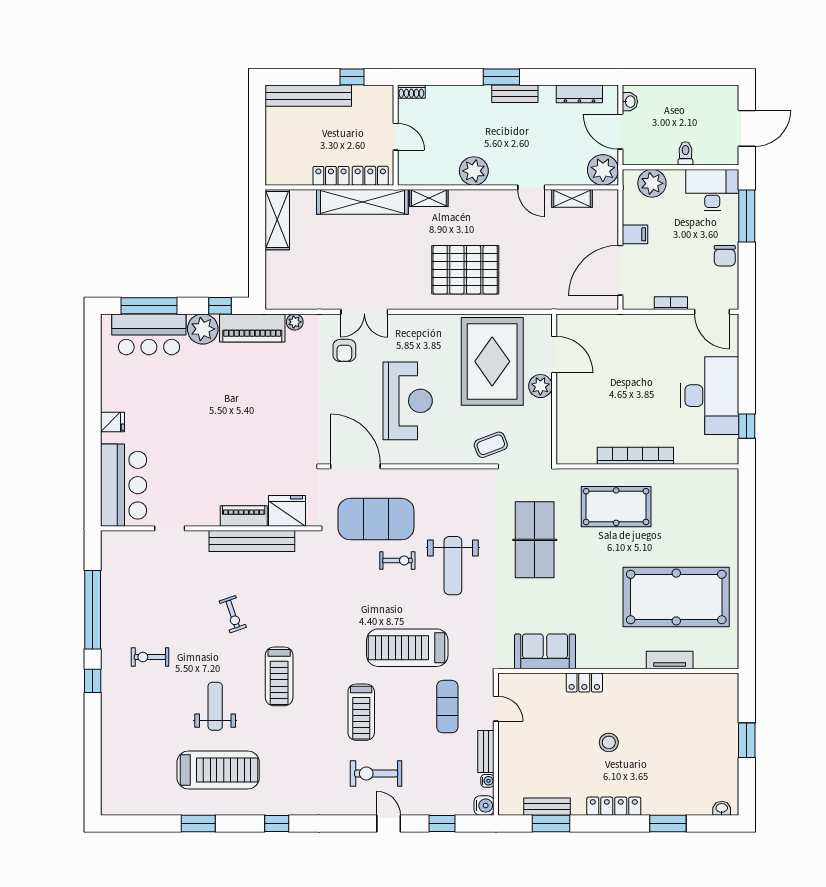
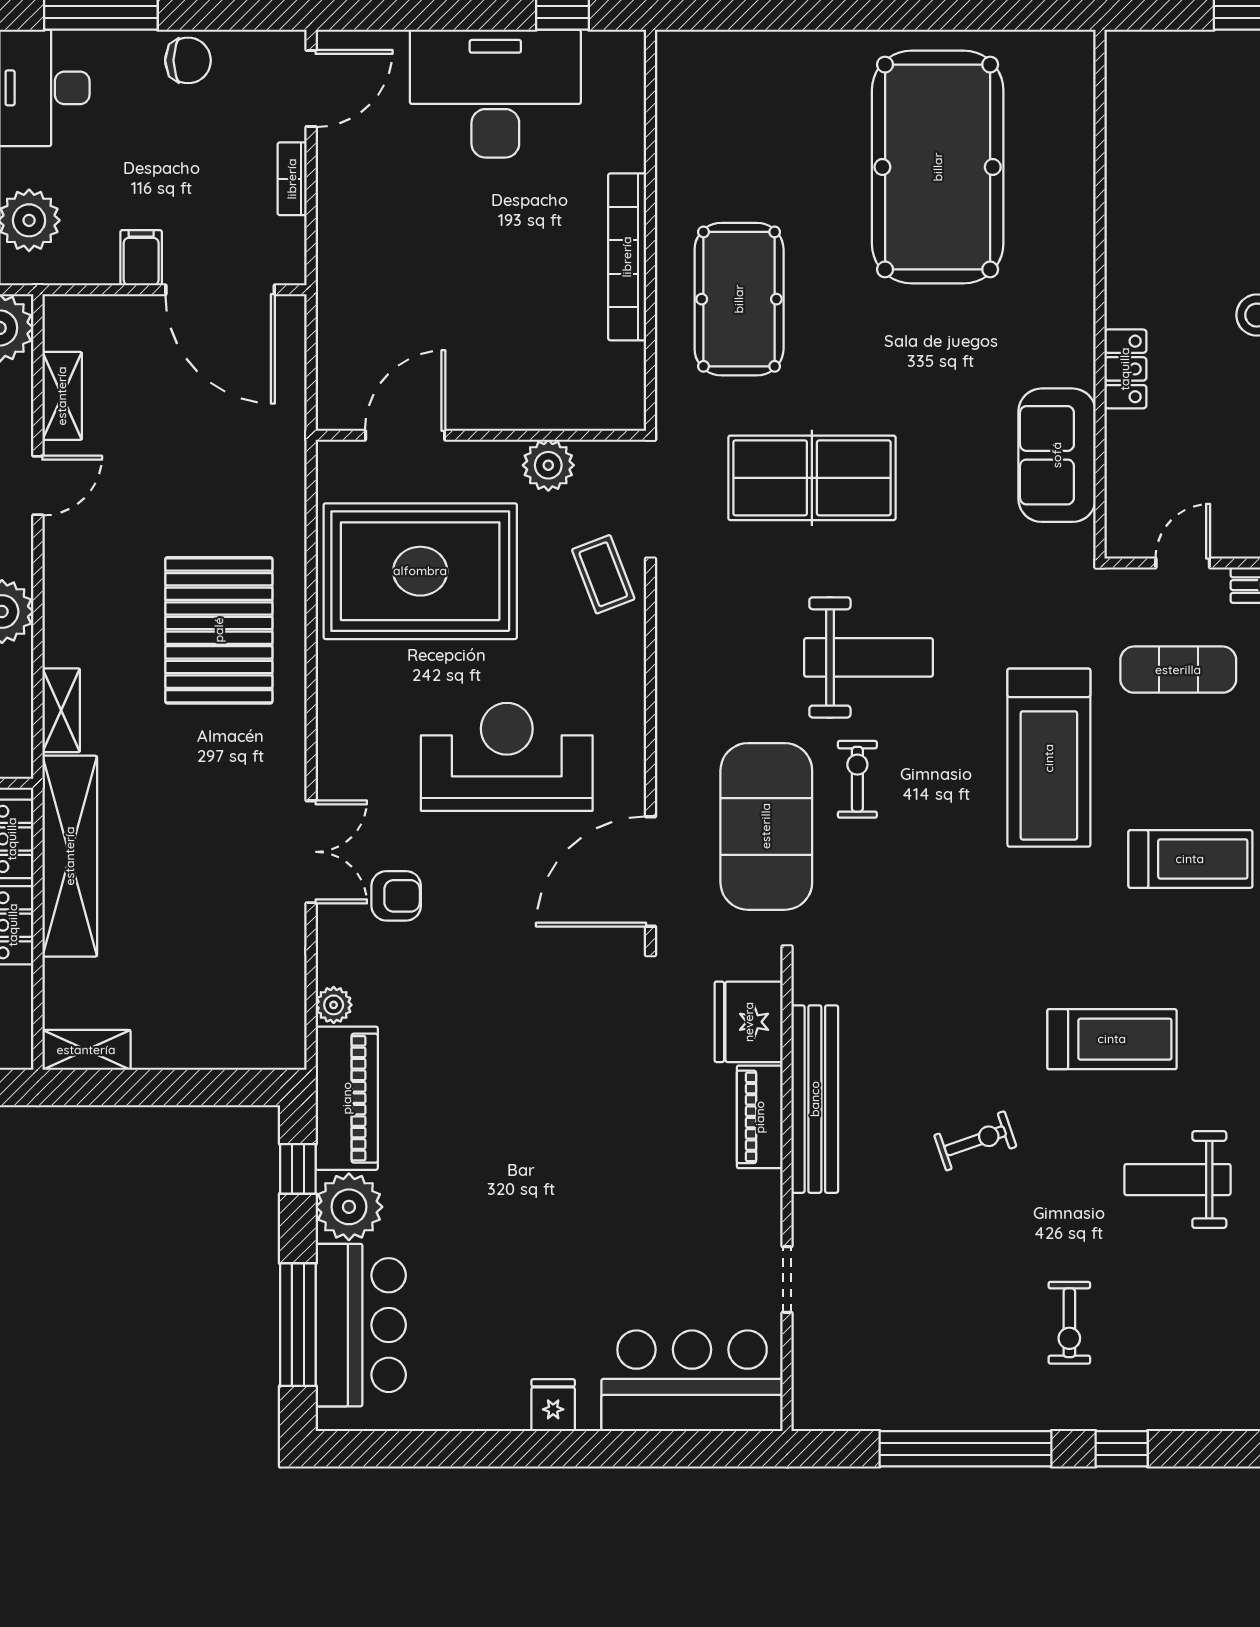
shelving: (277, 220) -> (86, 1050), width x0.67, depth x0.75
plant: (540, 386) -> (548, 465), moved
tv unit: (670, 660) -> (1076, 182), removed

